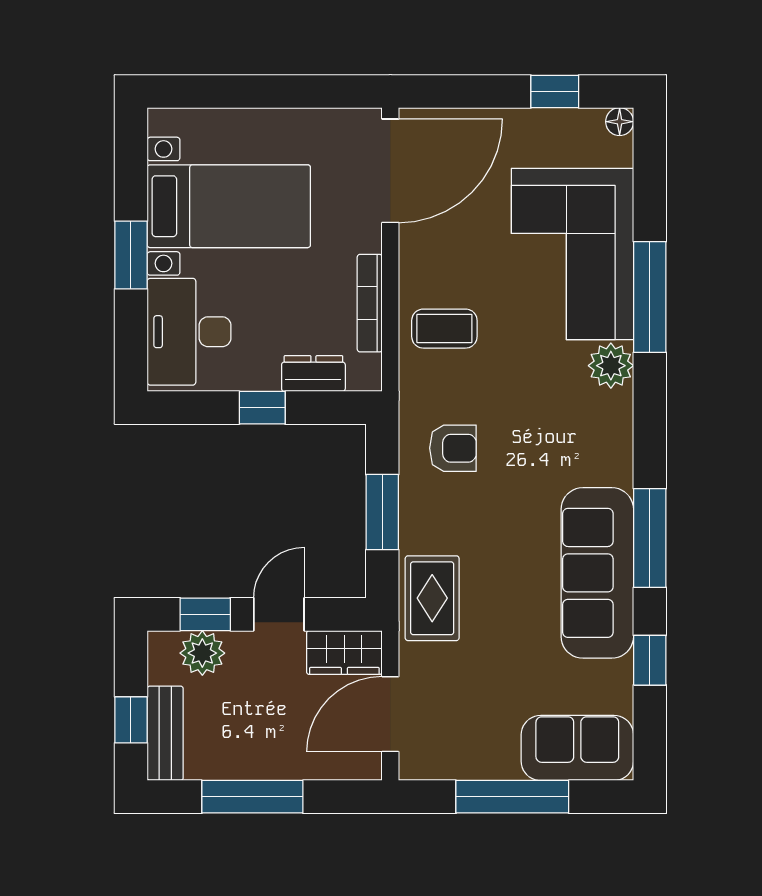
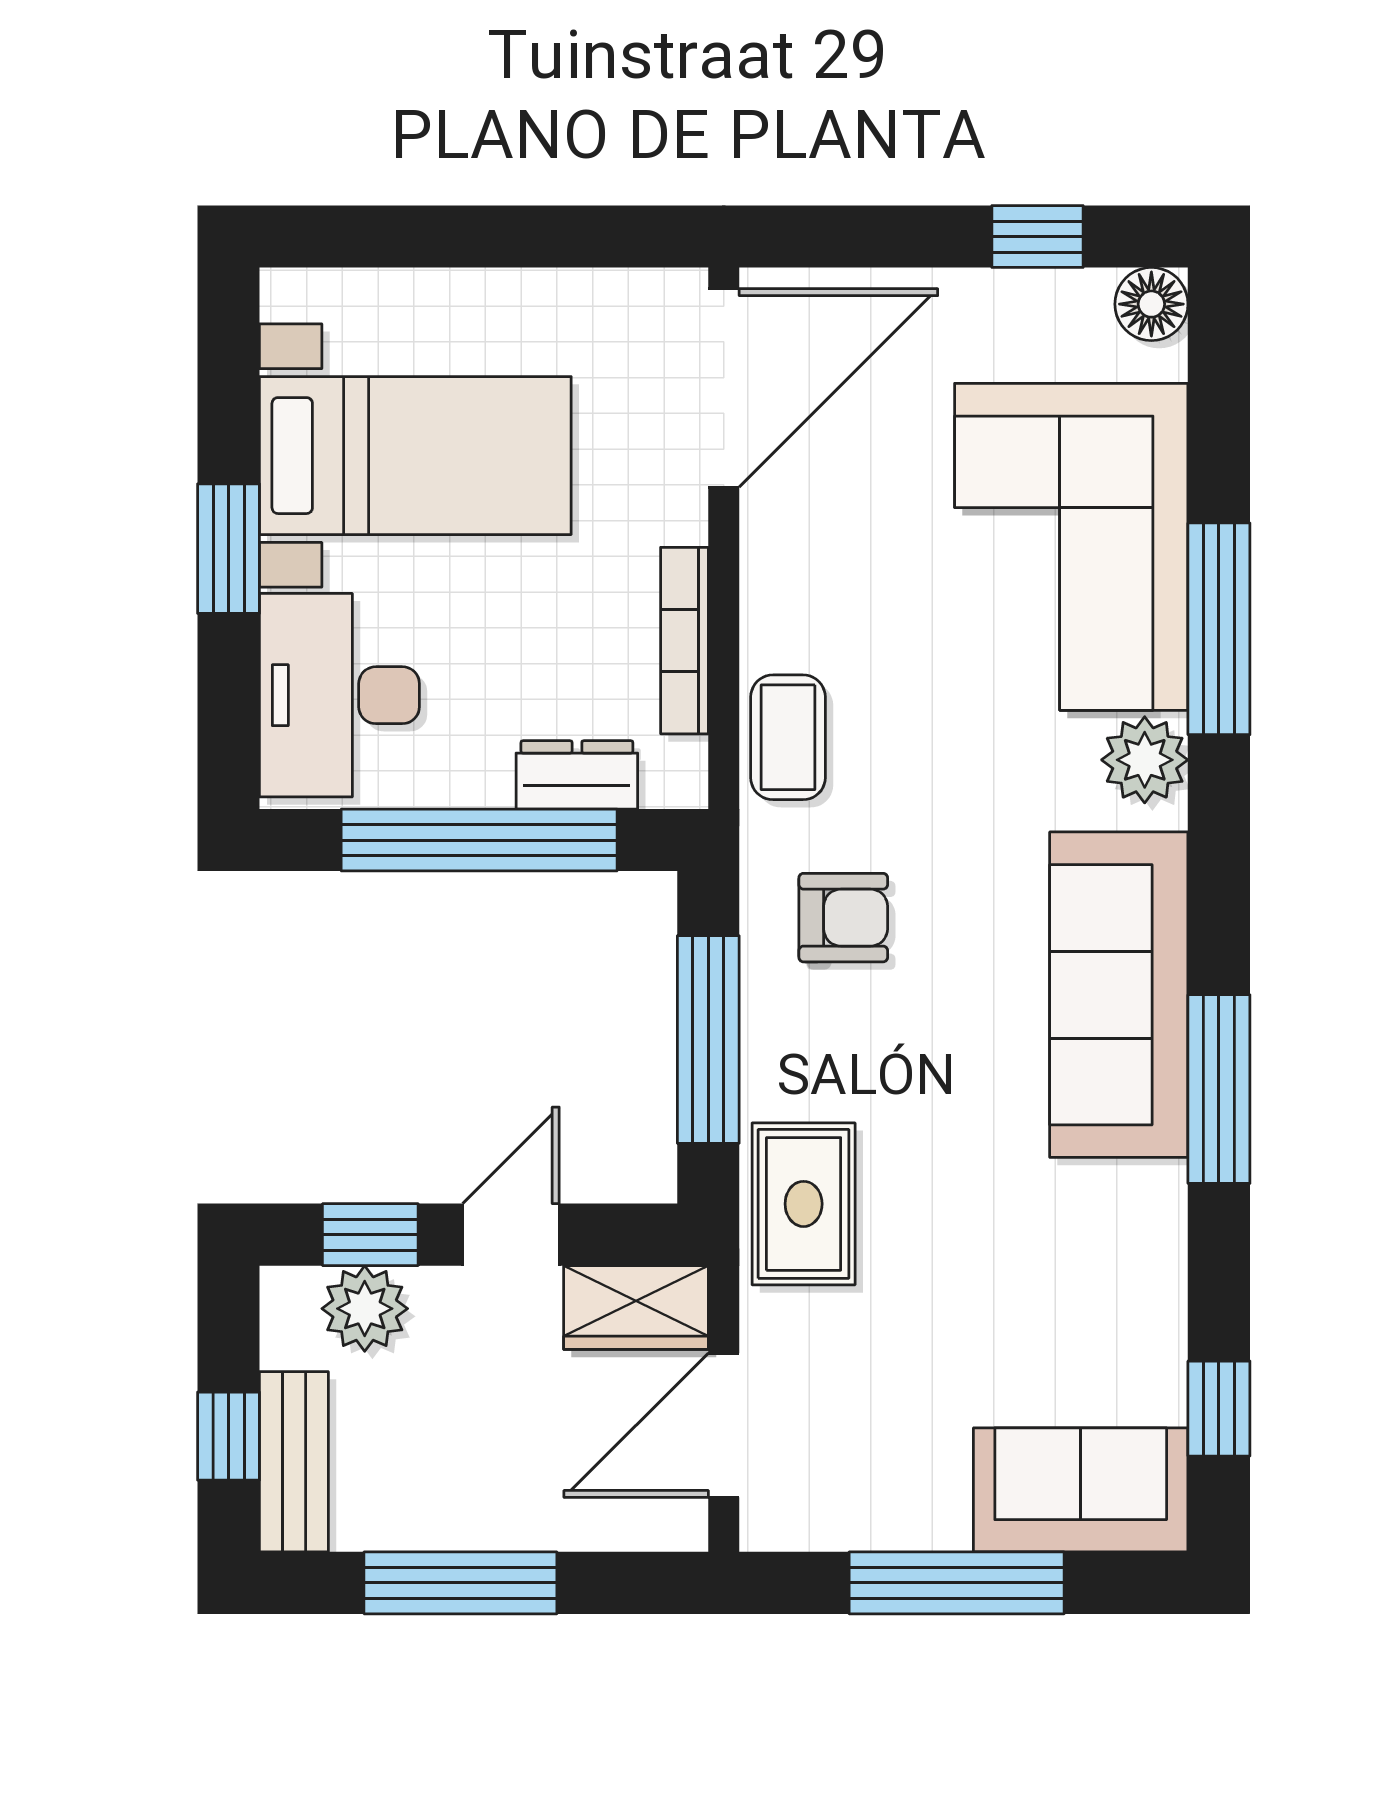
floor lamp: (620, 122) -> (1151, 304), width x1.37, depth x1.37
coffee table: (444, 329) -> (788, 737), moved, turned 90
window: (262, 408) -> (479, 840), width x3.17
window: (382, 512) -> (708, 1039), width x1.44
sofa: (597, 573) -> (1119, 995), moved
window: (650, 660) -> (1219, 1409), moved

